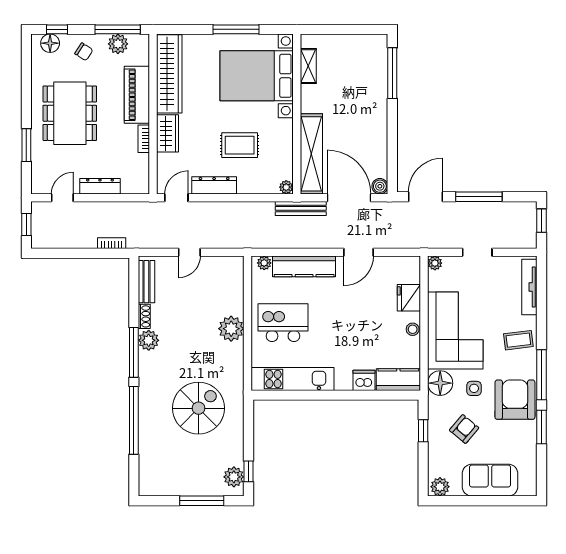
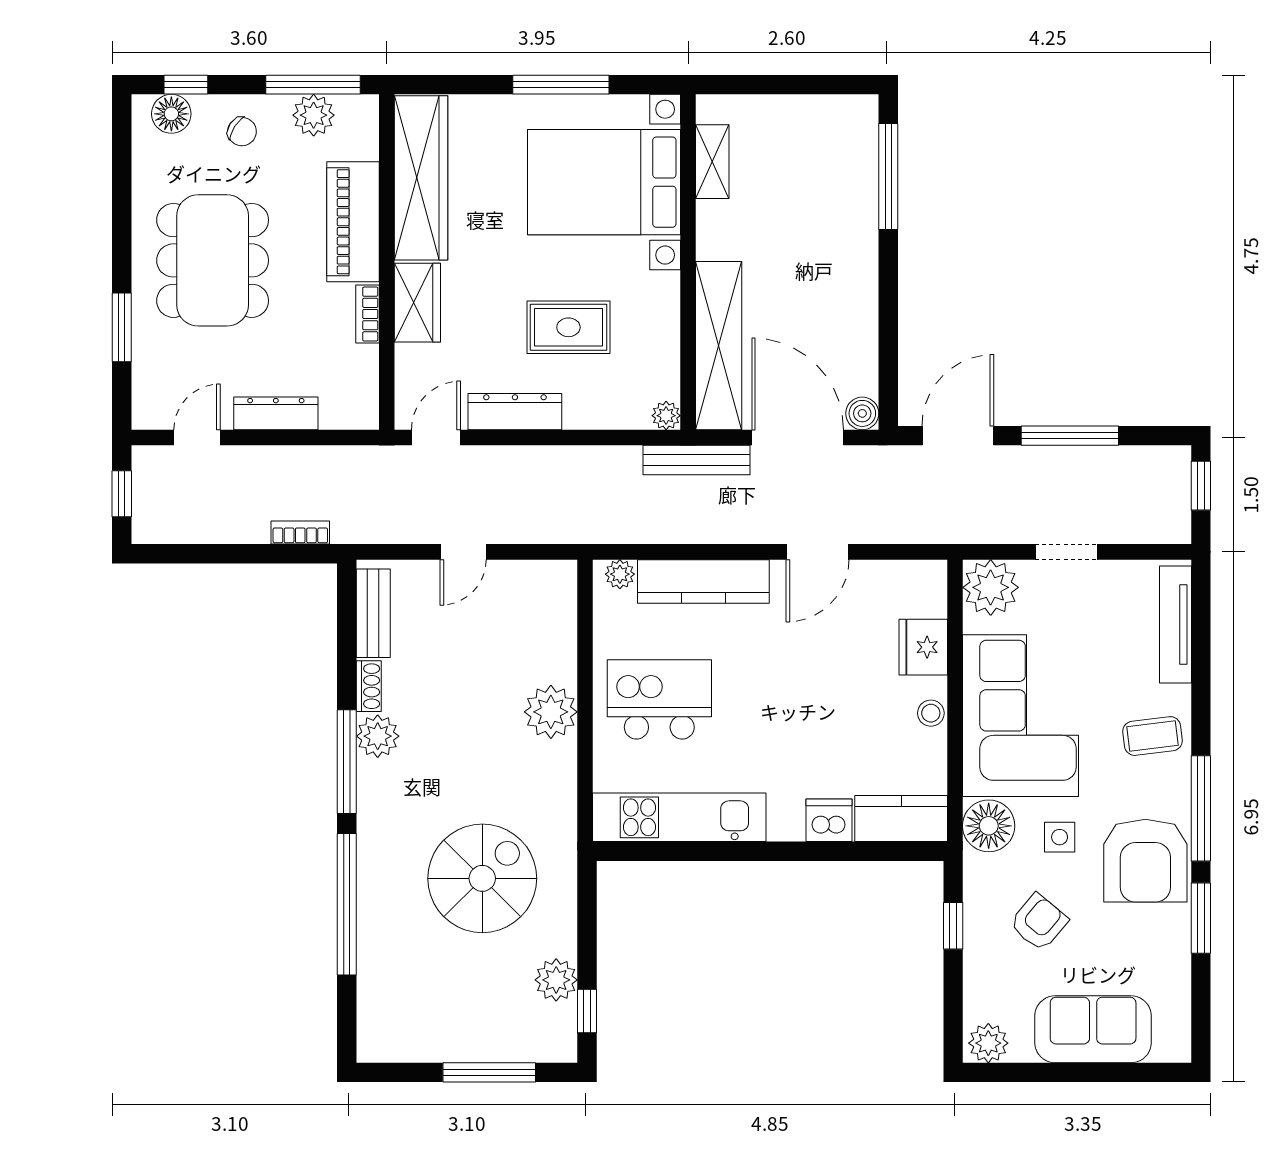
plant: (435, 263) -> (991, 587), width x1.87, depth x1.87
armchair: (515, 400) -> (1145, 861), turned 180
plant: (234, 477) -> (556, 980), moved

